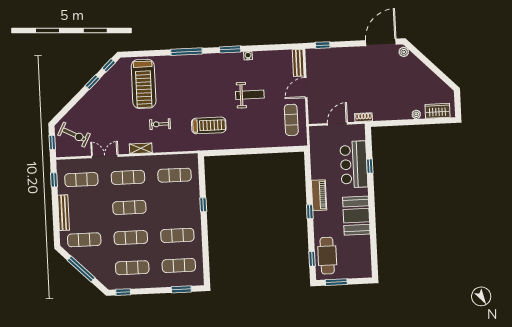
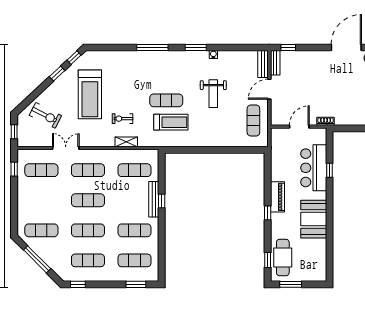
bench: (310, 61) -> (275, 63), added
treadmill: (144, 84) -> (90, 94), moved
weight bench: (250, 95) -> (213, 94), turned 90
exercise mat: (203, 104) -> (166, 100), added
exercise bike: (74, 135) -> (45, 115), moved
shelving: (141, 148) -> (126, 142), moved
bench: (64, 213) -> (154, 199), moved

